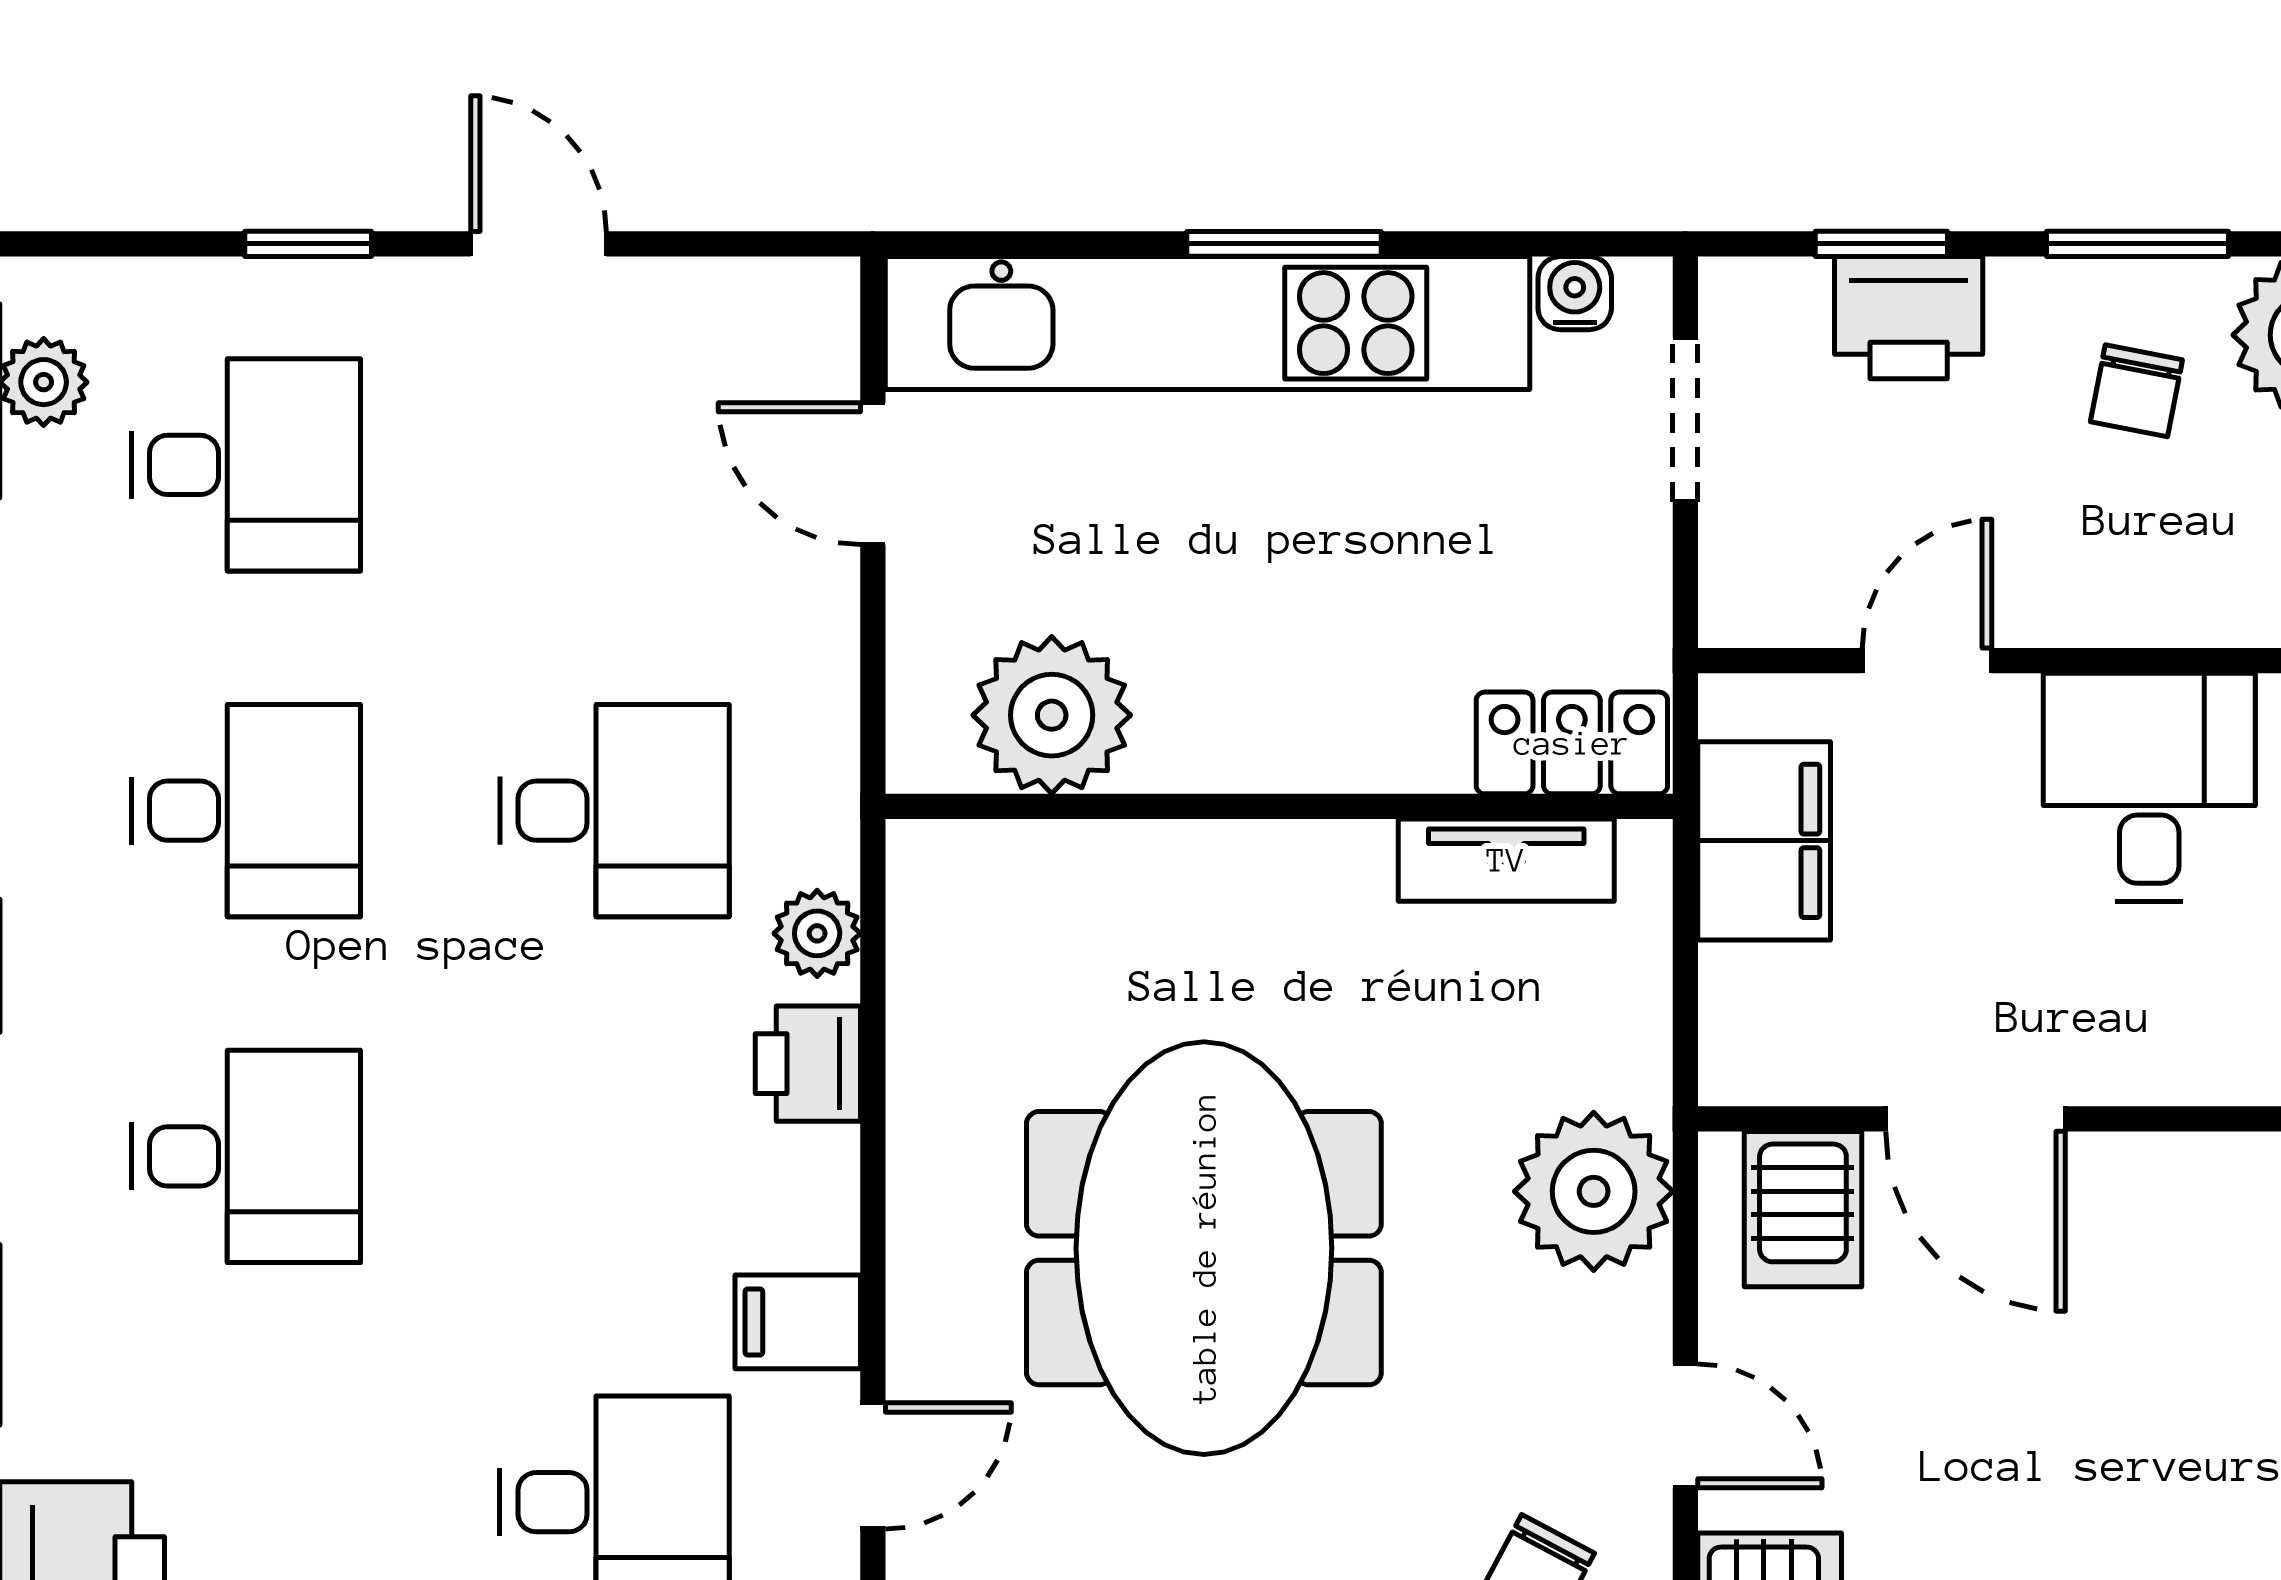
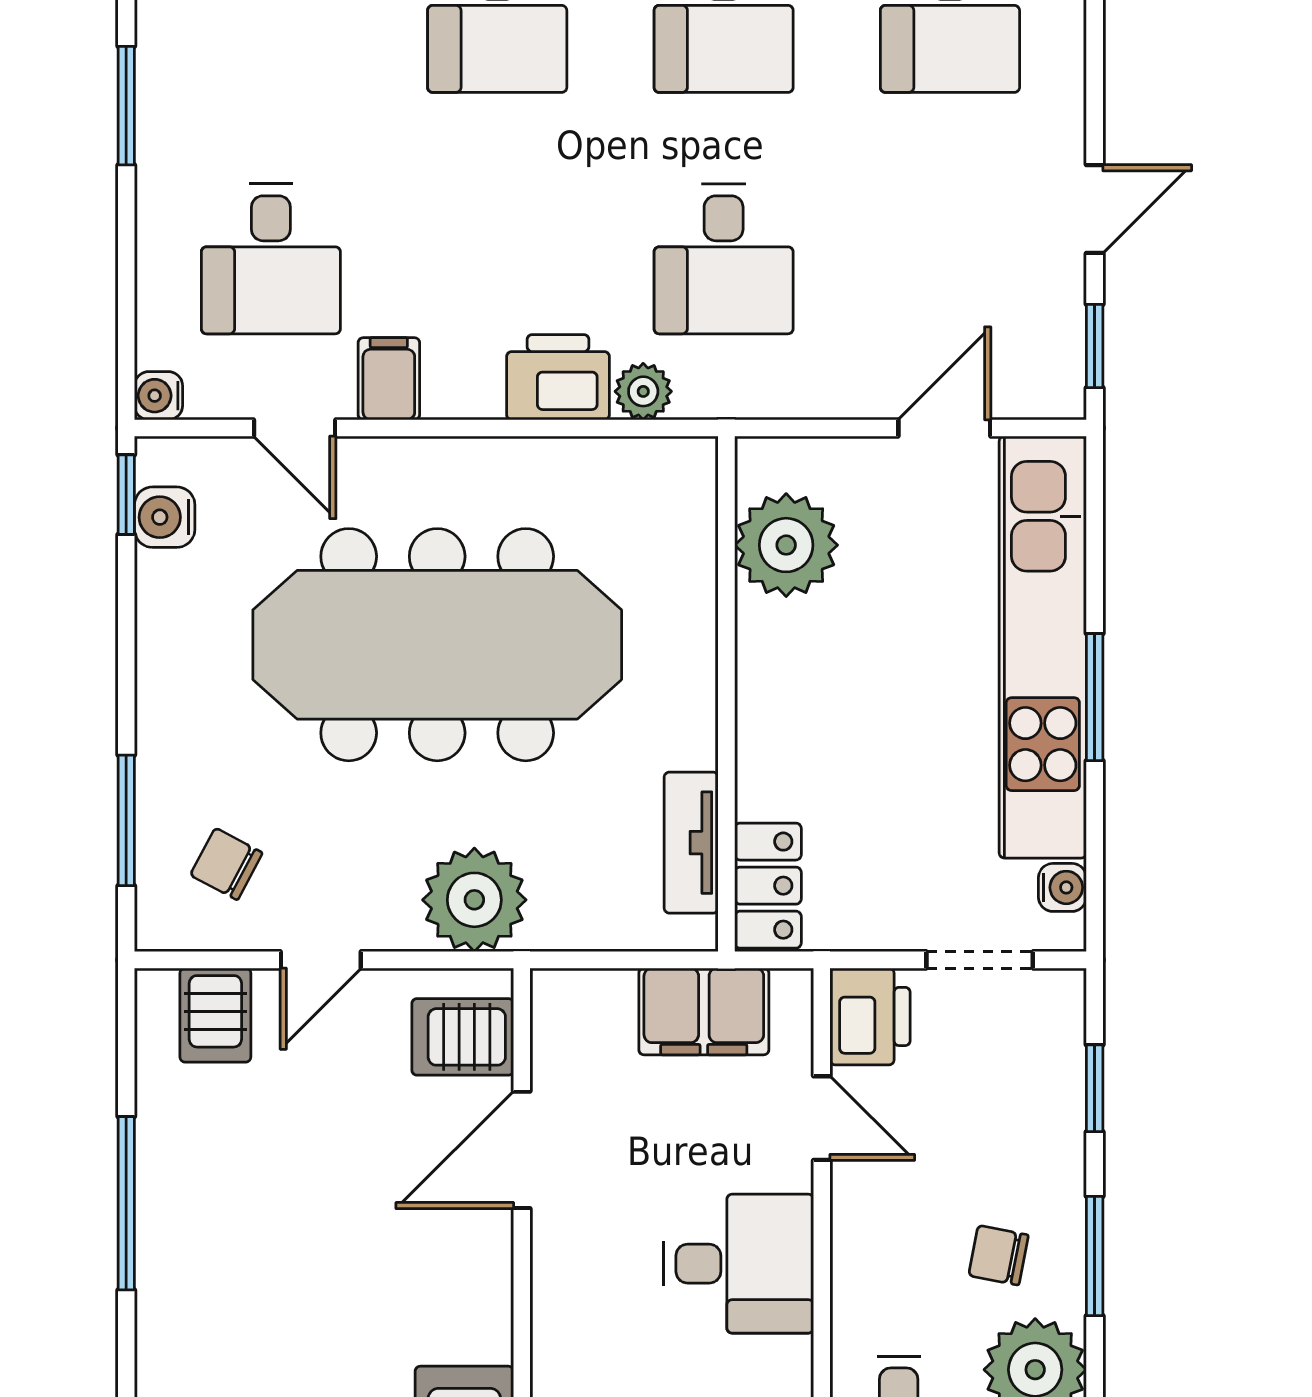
window: (308, 244) -> (1095, 346), moved
printer: (1909, 318) -> (870, 1016), moved, turned 180
printer: (808, 1064) -> (558, 377), width x1.36, depth x1.24
meeting table: (1204, 1248) -> (437, 645), width x1.36

